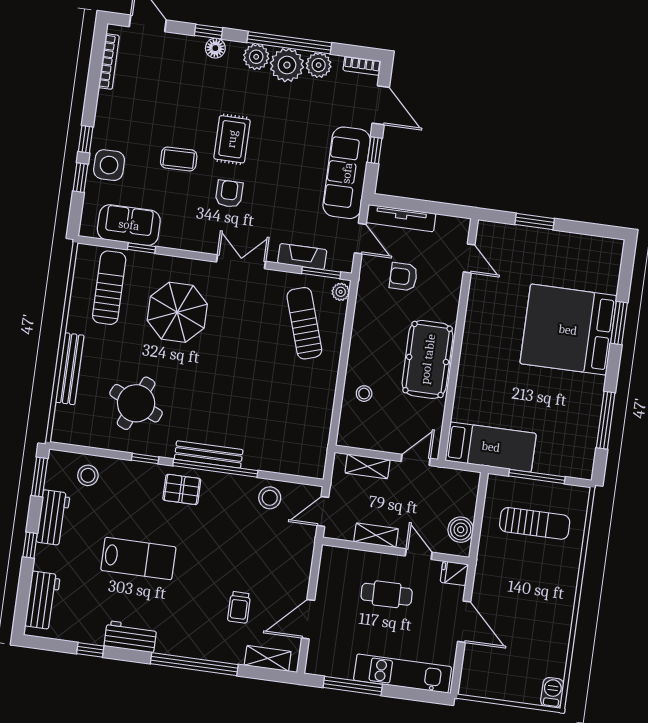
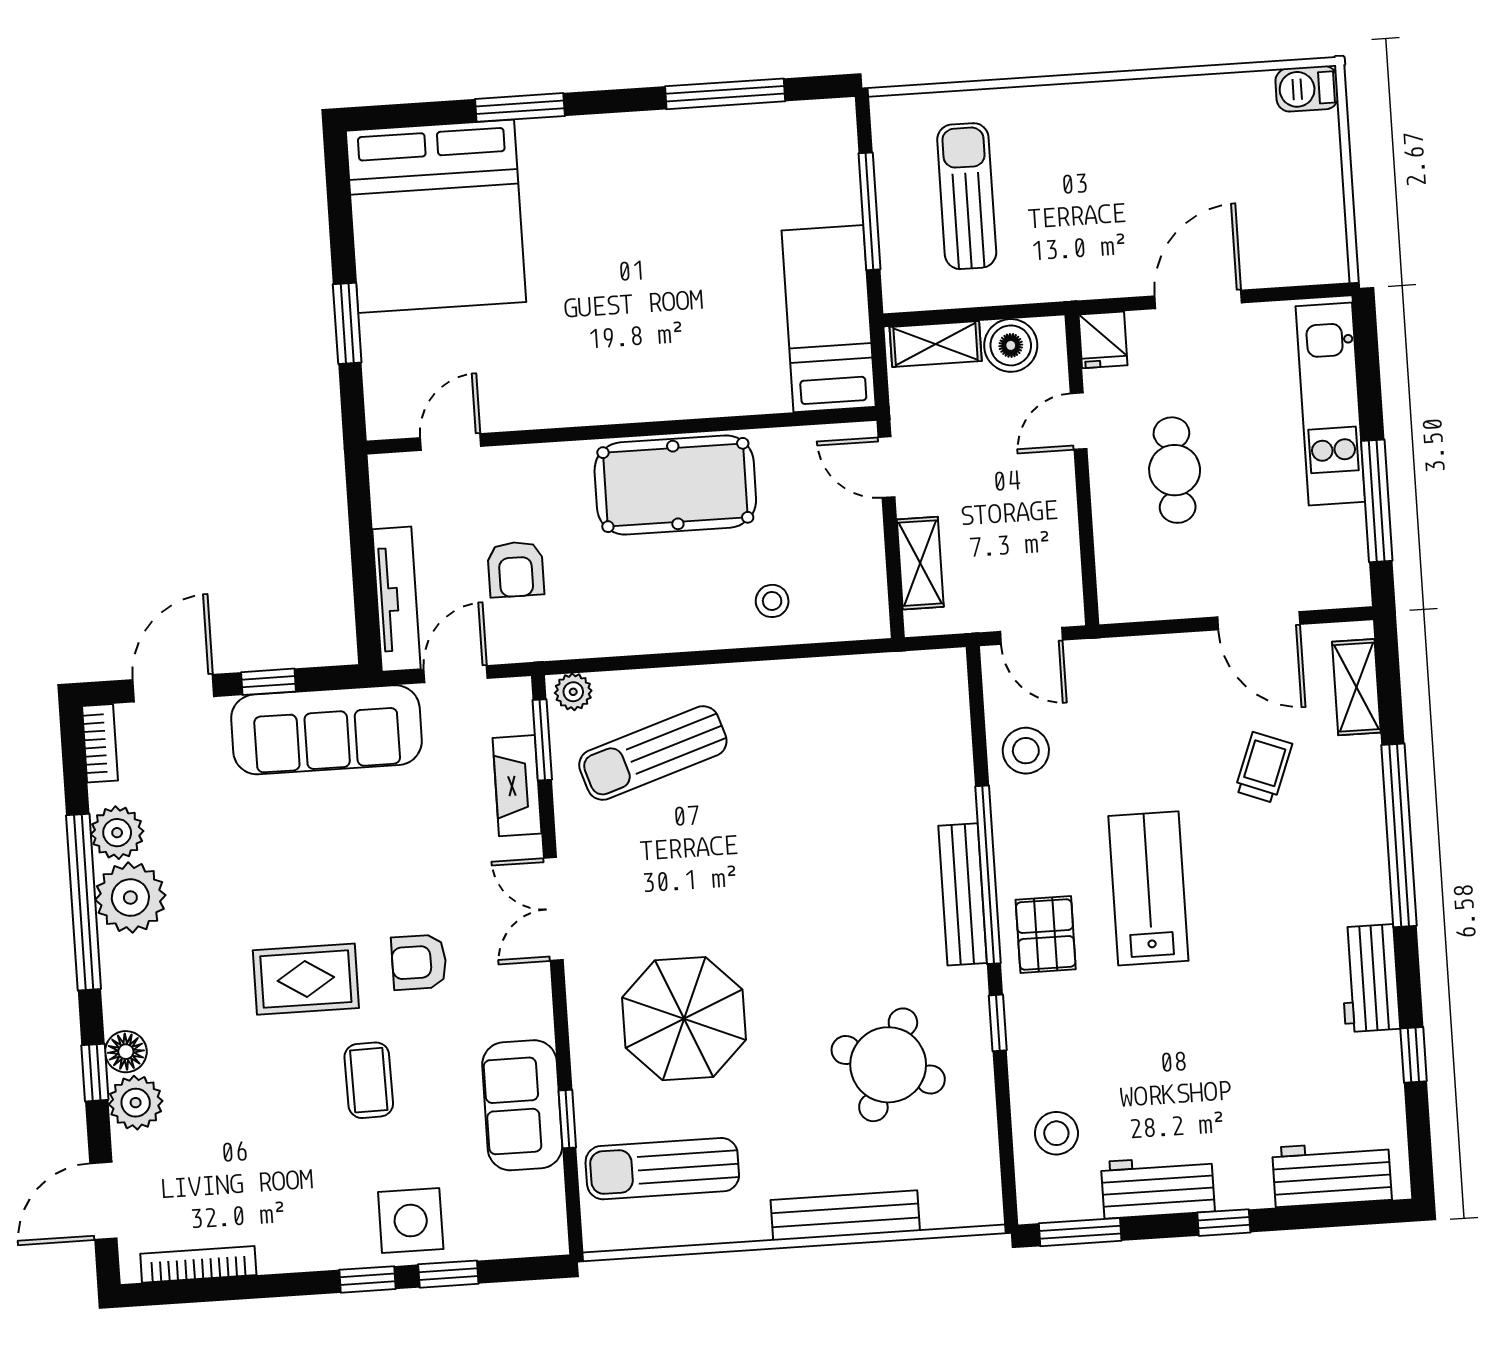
plant: (256, 57) -> (136, 1103), moved
sofa: (129, 225) -> (522, 1105), moved
bed: (568, 330) -> (436, 216), moved
shelving: (376, 535) -> (936, 344), moved, turned 90
lab bench: (138, 559) -> (1148, 888), moved
trolley: (239, 607) -> (1263, 767), turned -69

